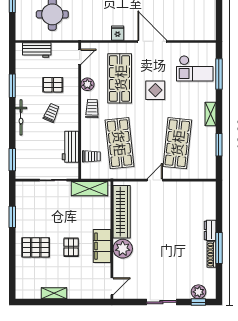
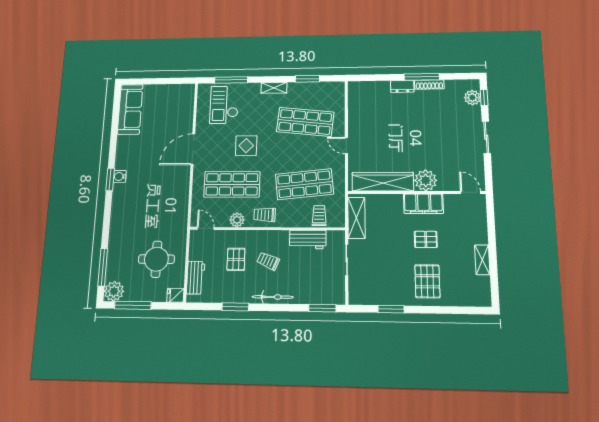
fridge: (118, 33) -> (175, 295), moved
checkout: (195, 68) -> (224, 105), turned 180

